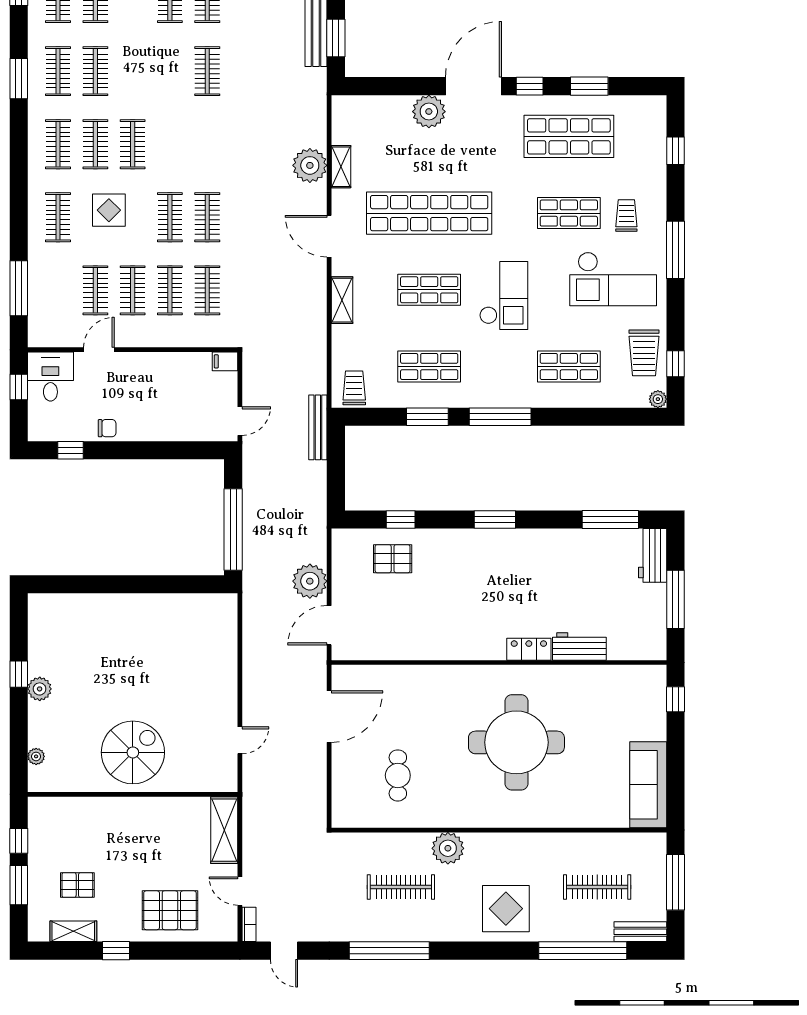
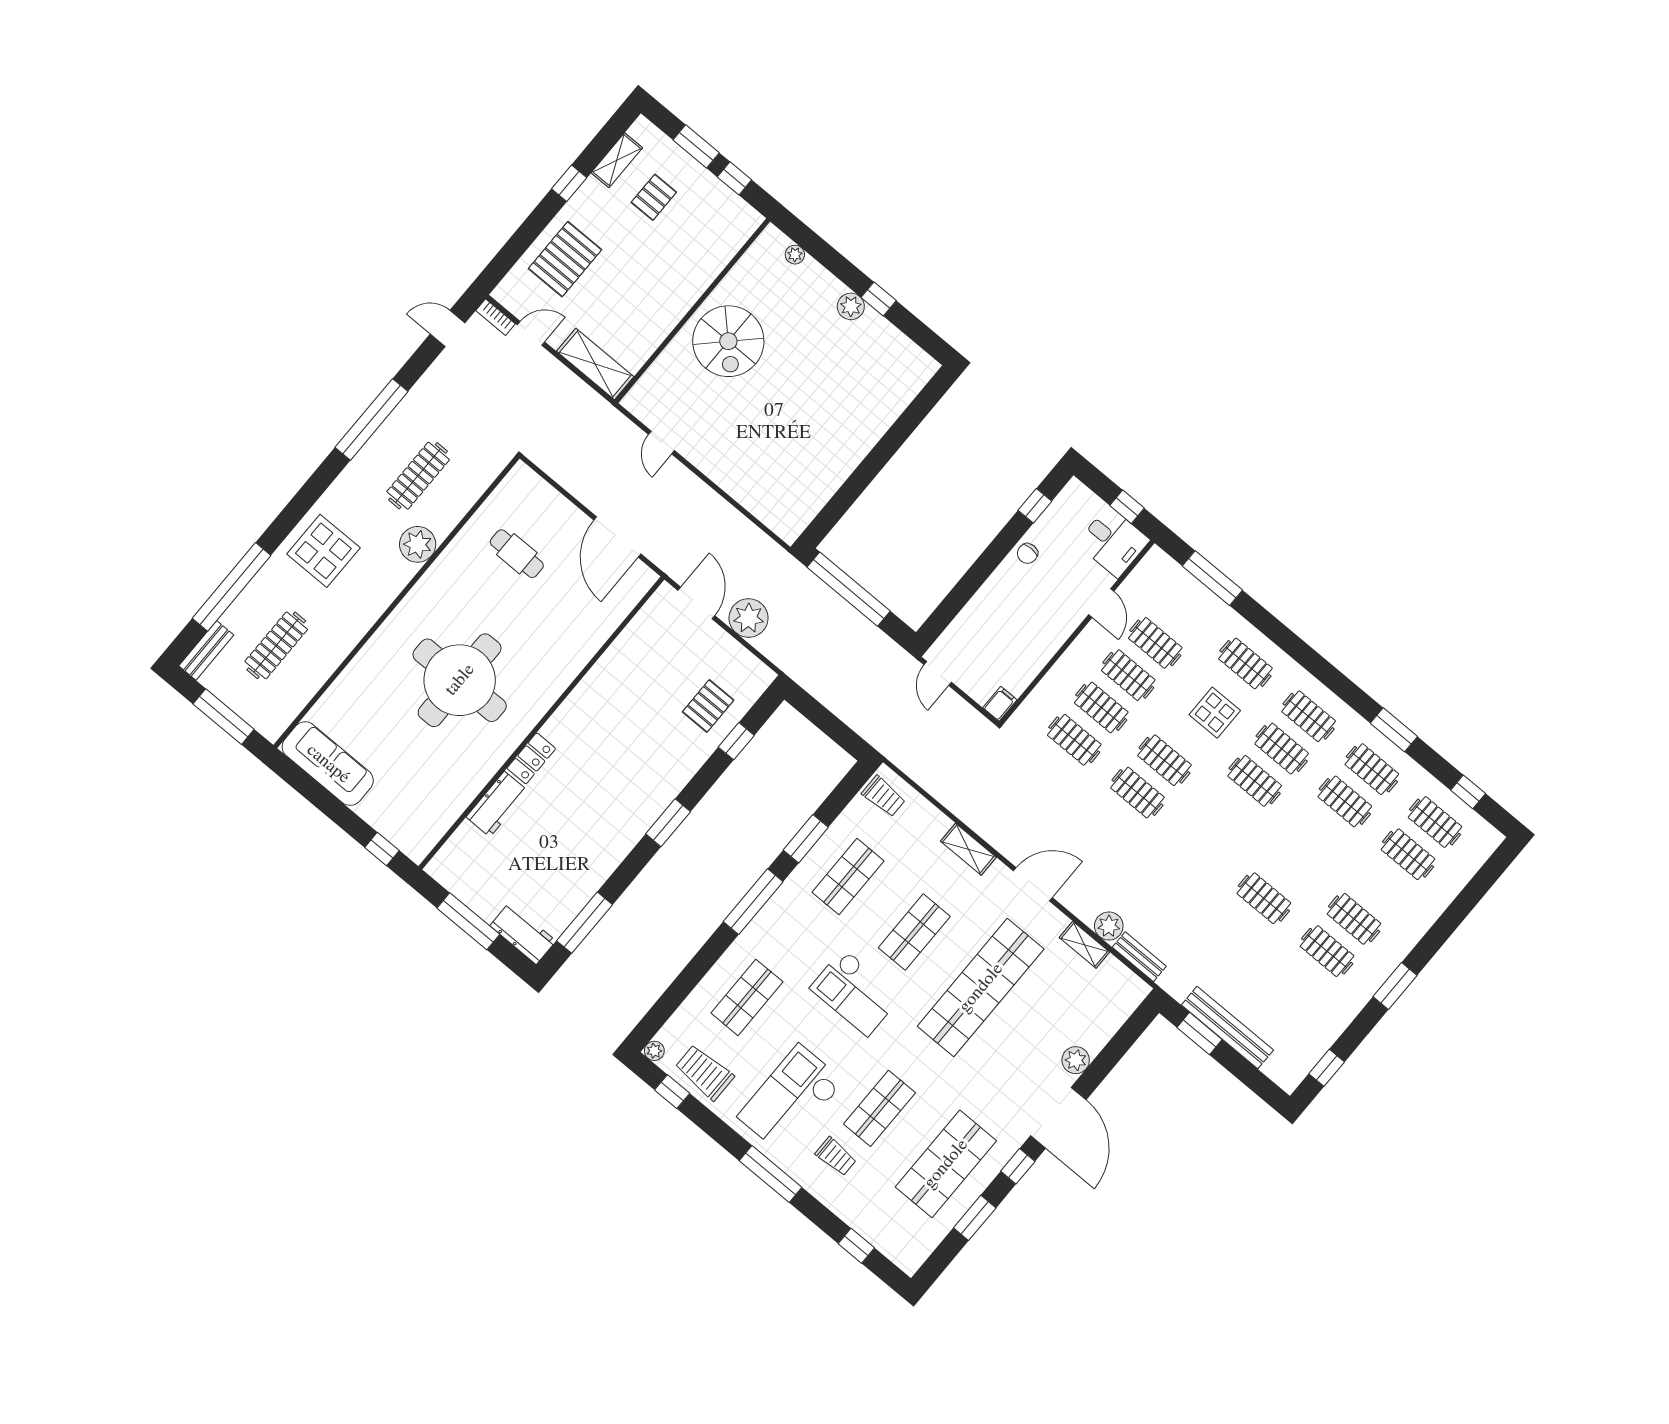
plant: (429, 112) -> (1076, 1060), width x0.73, depth x0.73
plant: (310, 165) -> (1109, 926), width x0.73, depth x0.73
bench: (318, 427) -> (1139, 957), moved, width x0.73

